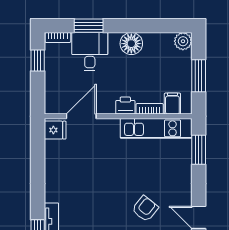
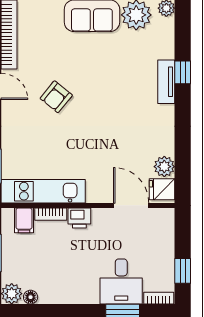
floor lamp: (131, 44) -> (31, 297), moved, width x0.53, depth x0.53
door: (81, 116) -> (131, 205), swing flipped
plant: (53, 149) -> (164, 167), added

